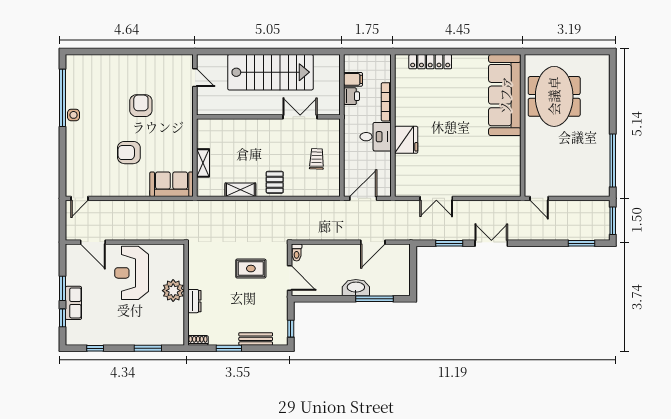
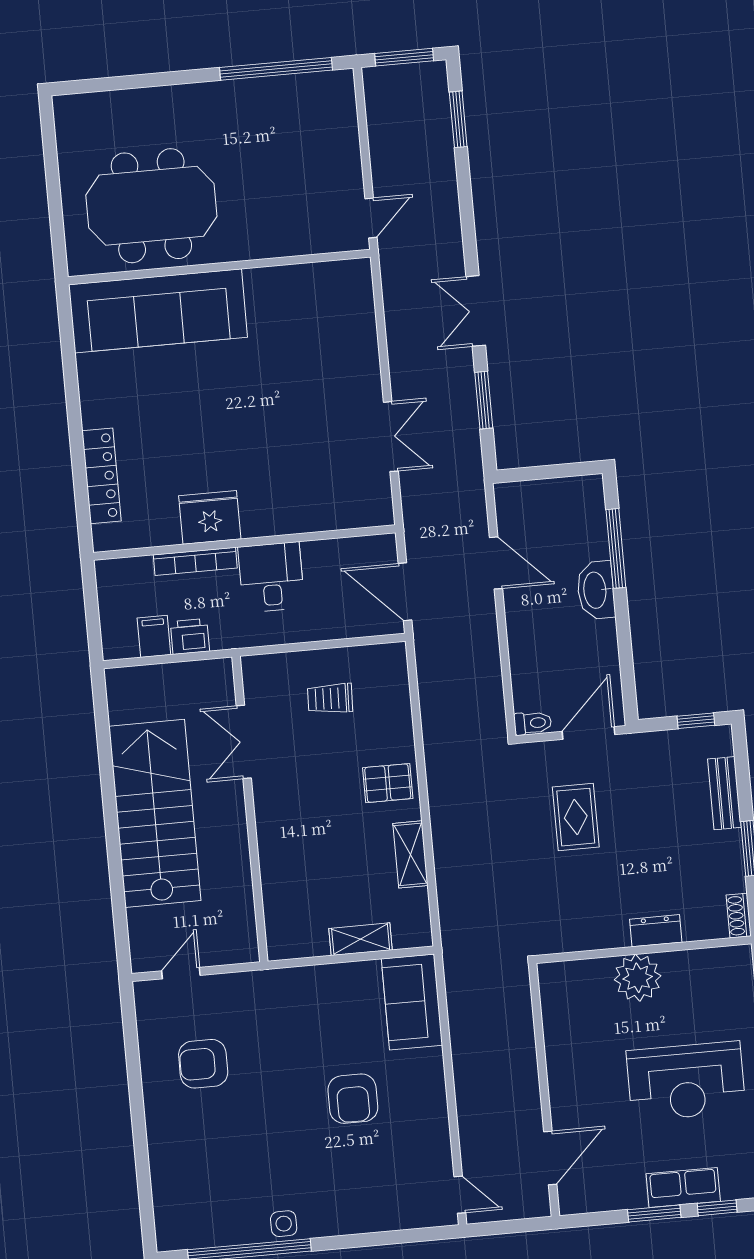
armchair: (141, 106) -> (203, 1064), moved
fridge: (406, 140) -> (210, 517), moved
reception desk: (132, 273) -> (686, 1081), moved

